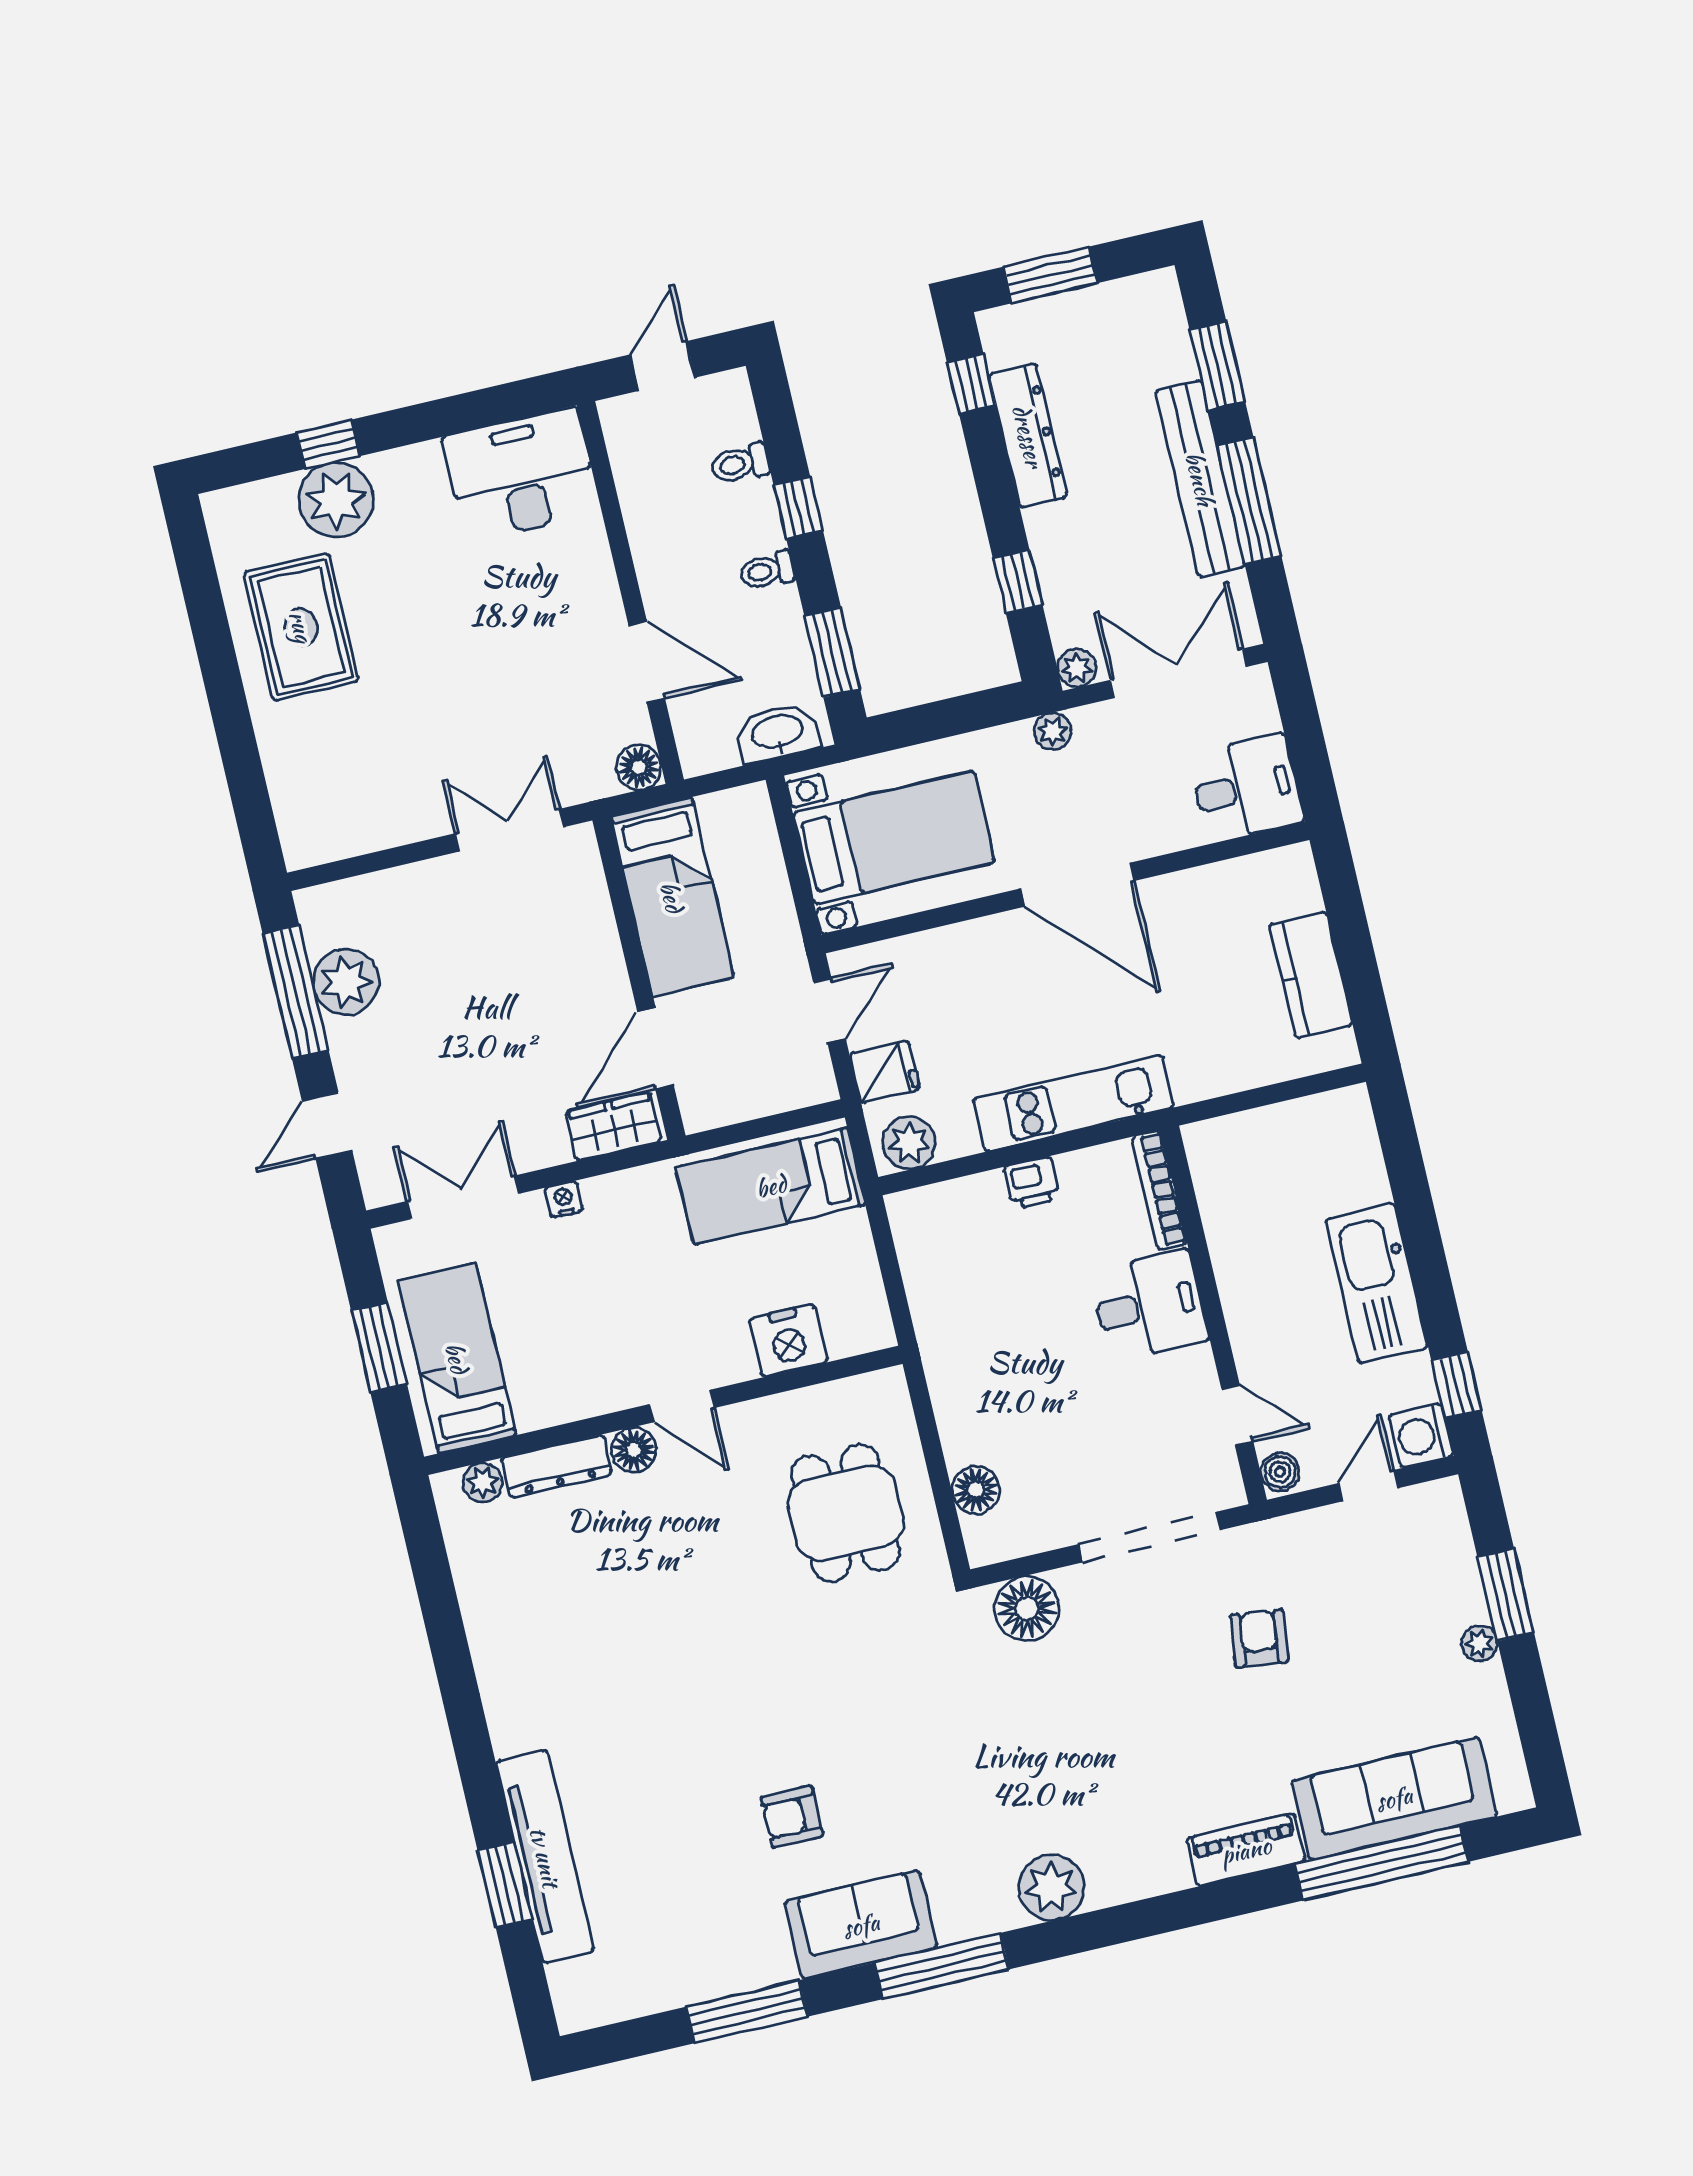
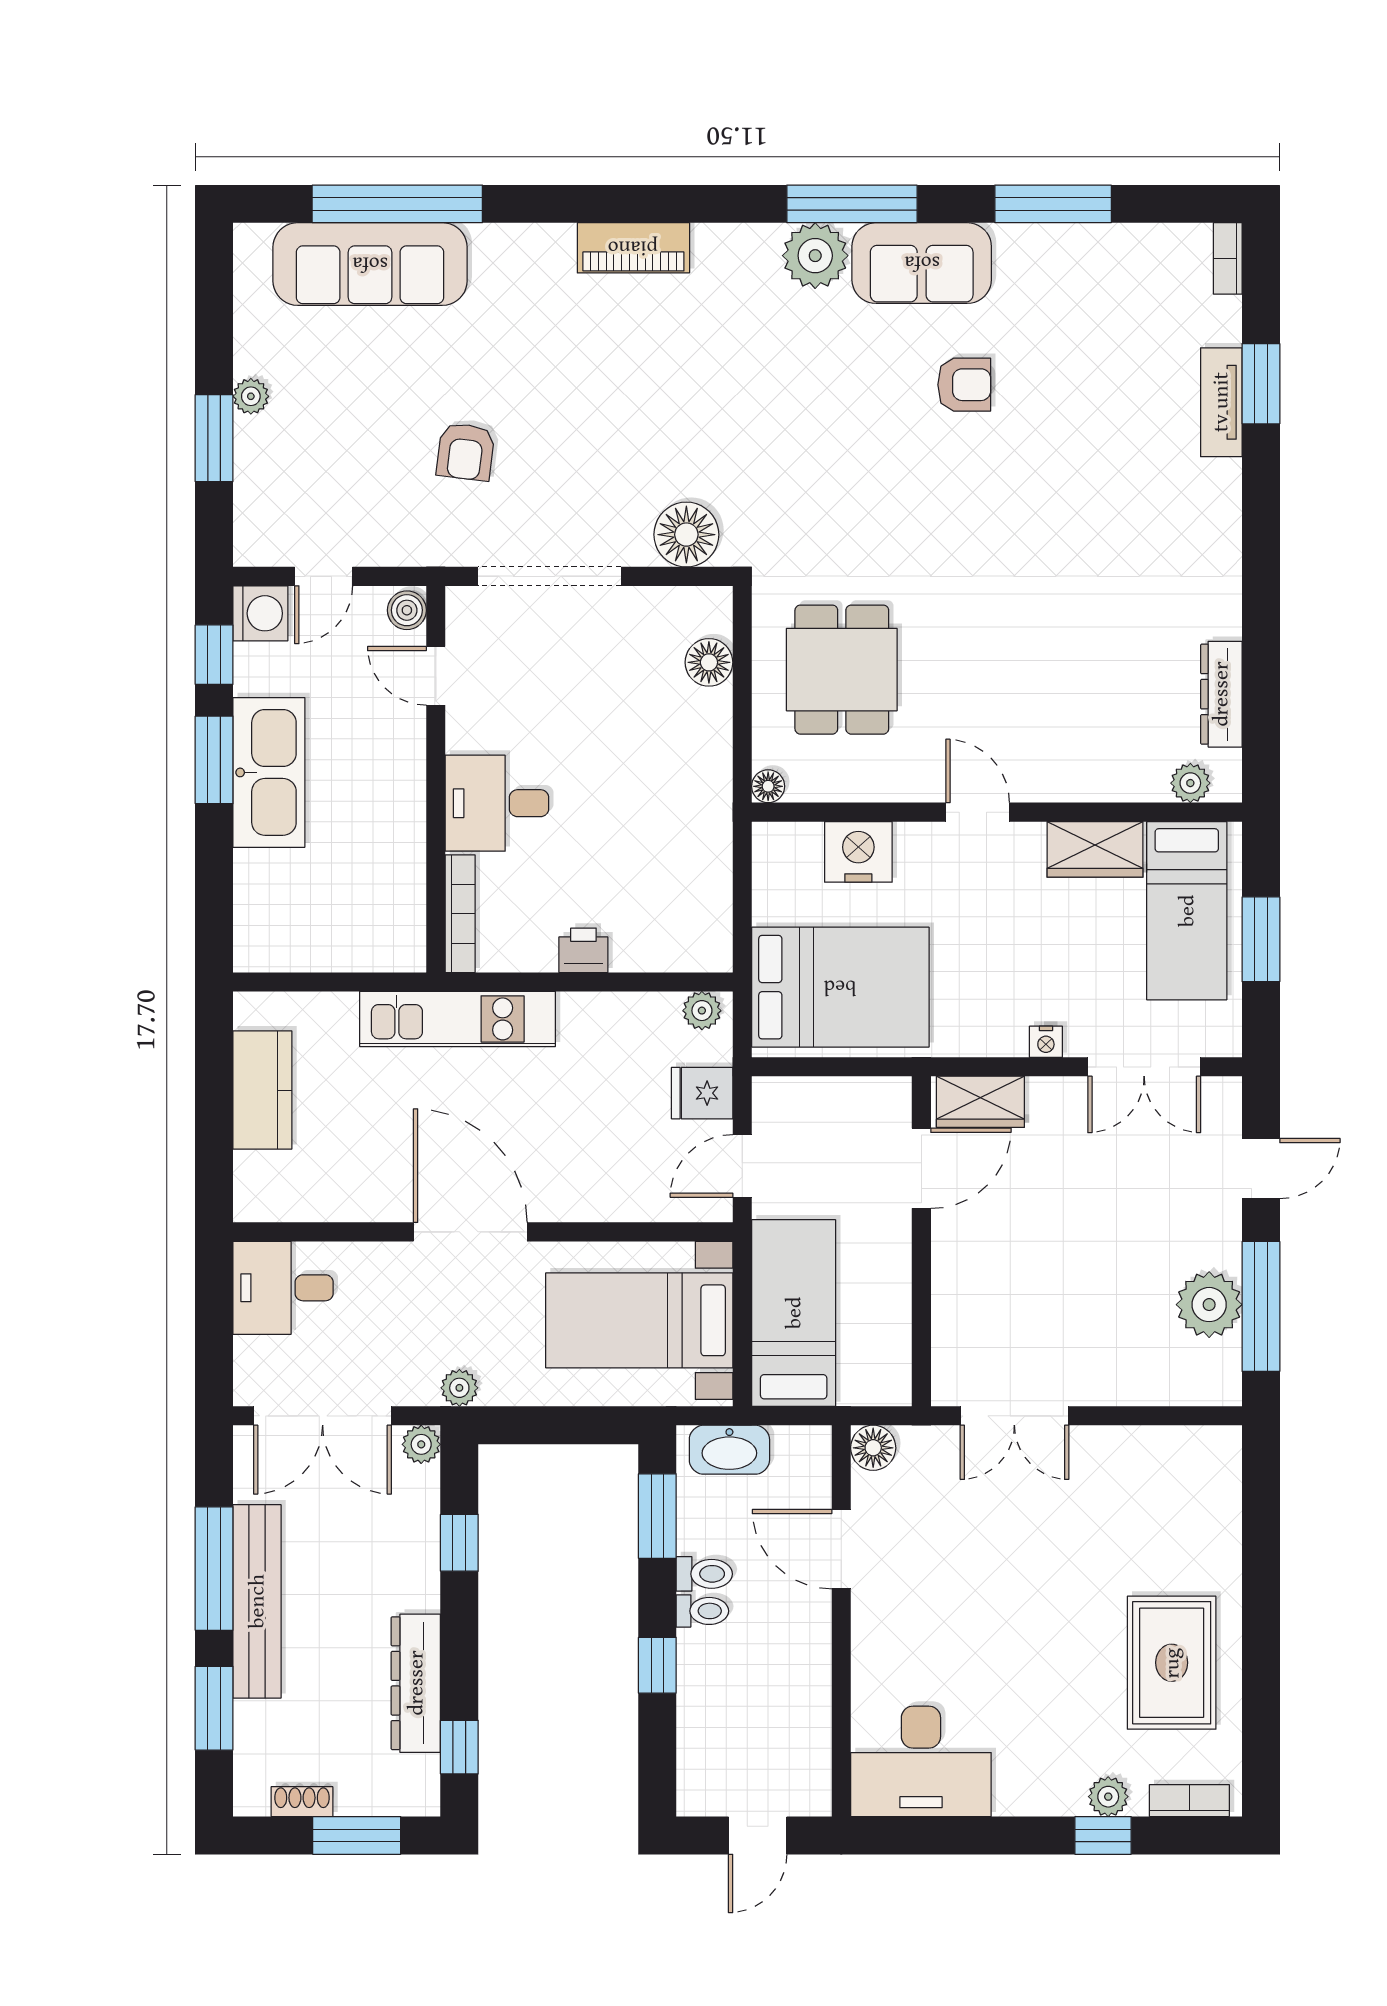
shoe rack: (1111, 295) -> (302, 1802), added
toilet: (740, 463) -> (704, 1574), moved
bookcase: (253, 498) -> (1189, 1801), added
plant: (336, 500) -> (1108, 1797), width x0.53, depth x0.53
bed: (672, 897) -> (794, 1313), moved
kitchen unit: (1074, 1103) -> (458, 1019), moved
plant: (909, 1143) -> (702, 1011), width x0.73, depth x0.73
bed: (771, 1186) -> (840, 987), width x1.50
window: (1433, 1283) -> (214, 760), added
wardrobe: (560, 1397) -> (1095, 849), added
floor lamp: (634, 1450) -> (768, 786), moved, width x0.73, depth x0.73
dresser: (557, 1466) -> (1221, 694), moved, turned -90
piano: (1246, 1850) -> (633, 248), moved
tv unit: (545, 1857) -> (1221, 402), width x0.52, depth x0.78
plant: (1051, 1887) -> (815, 256), moved
bookcase: (566, 1998) -> (1228, 258), added

